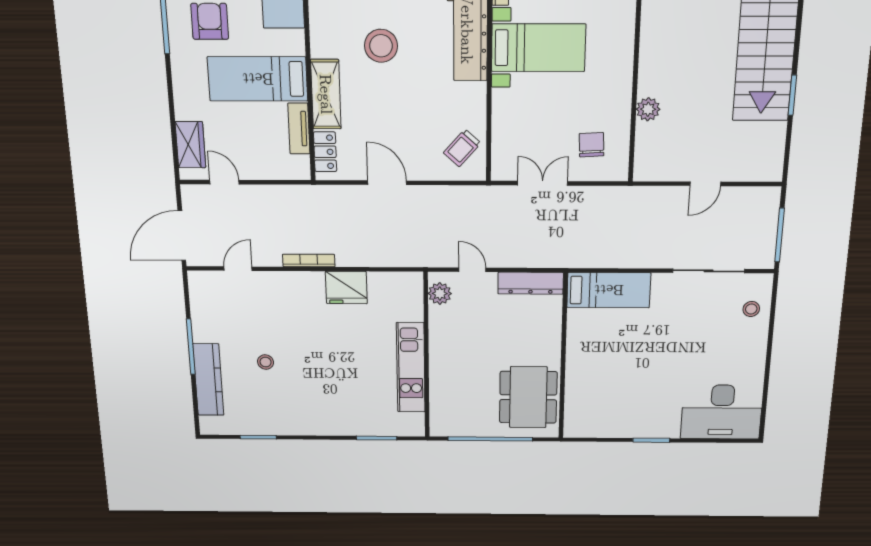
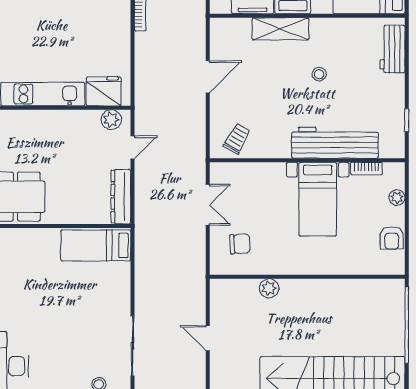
stool: (381, 46) -> (319, 74), width x0.53, depth x0.53
trolley: (462, 148) -> (237, 139), turned 77
locker: (325, 152) -> (233, 26), removed
fridge: (346, 288) -> (104, 91), moved, turned 90
bed: (609, 290) -> (96, 245), moved, turned 90

